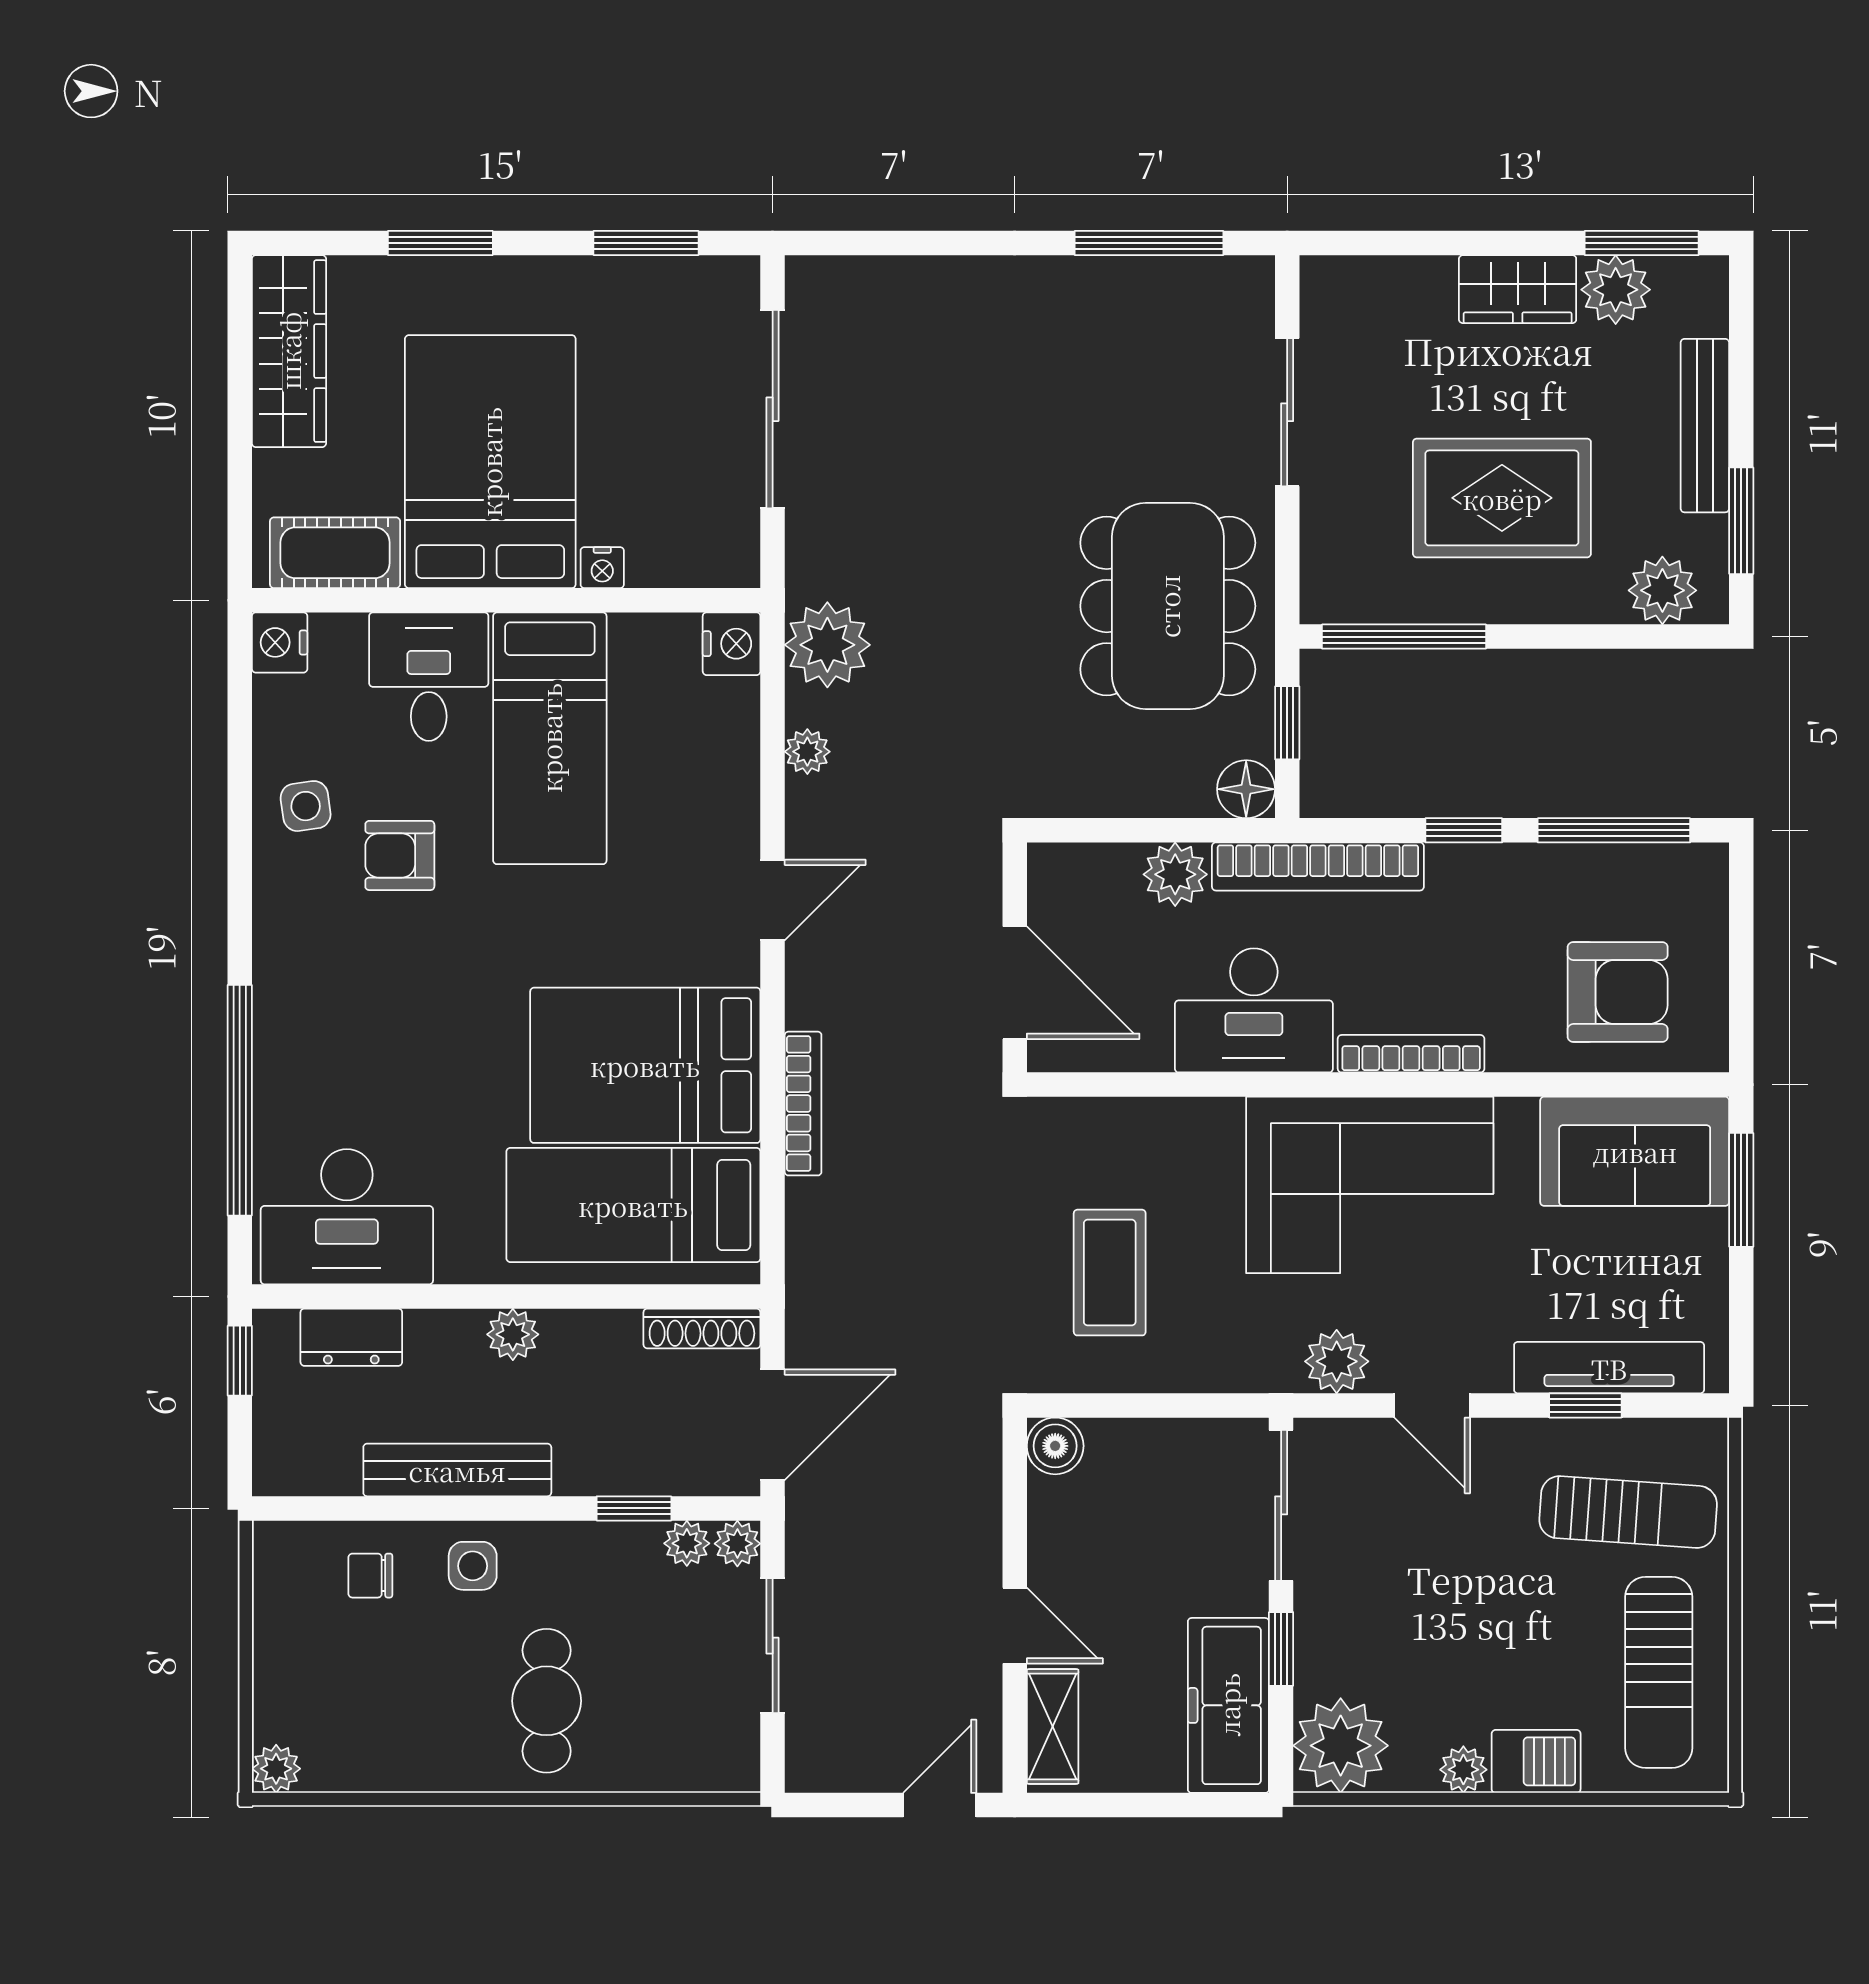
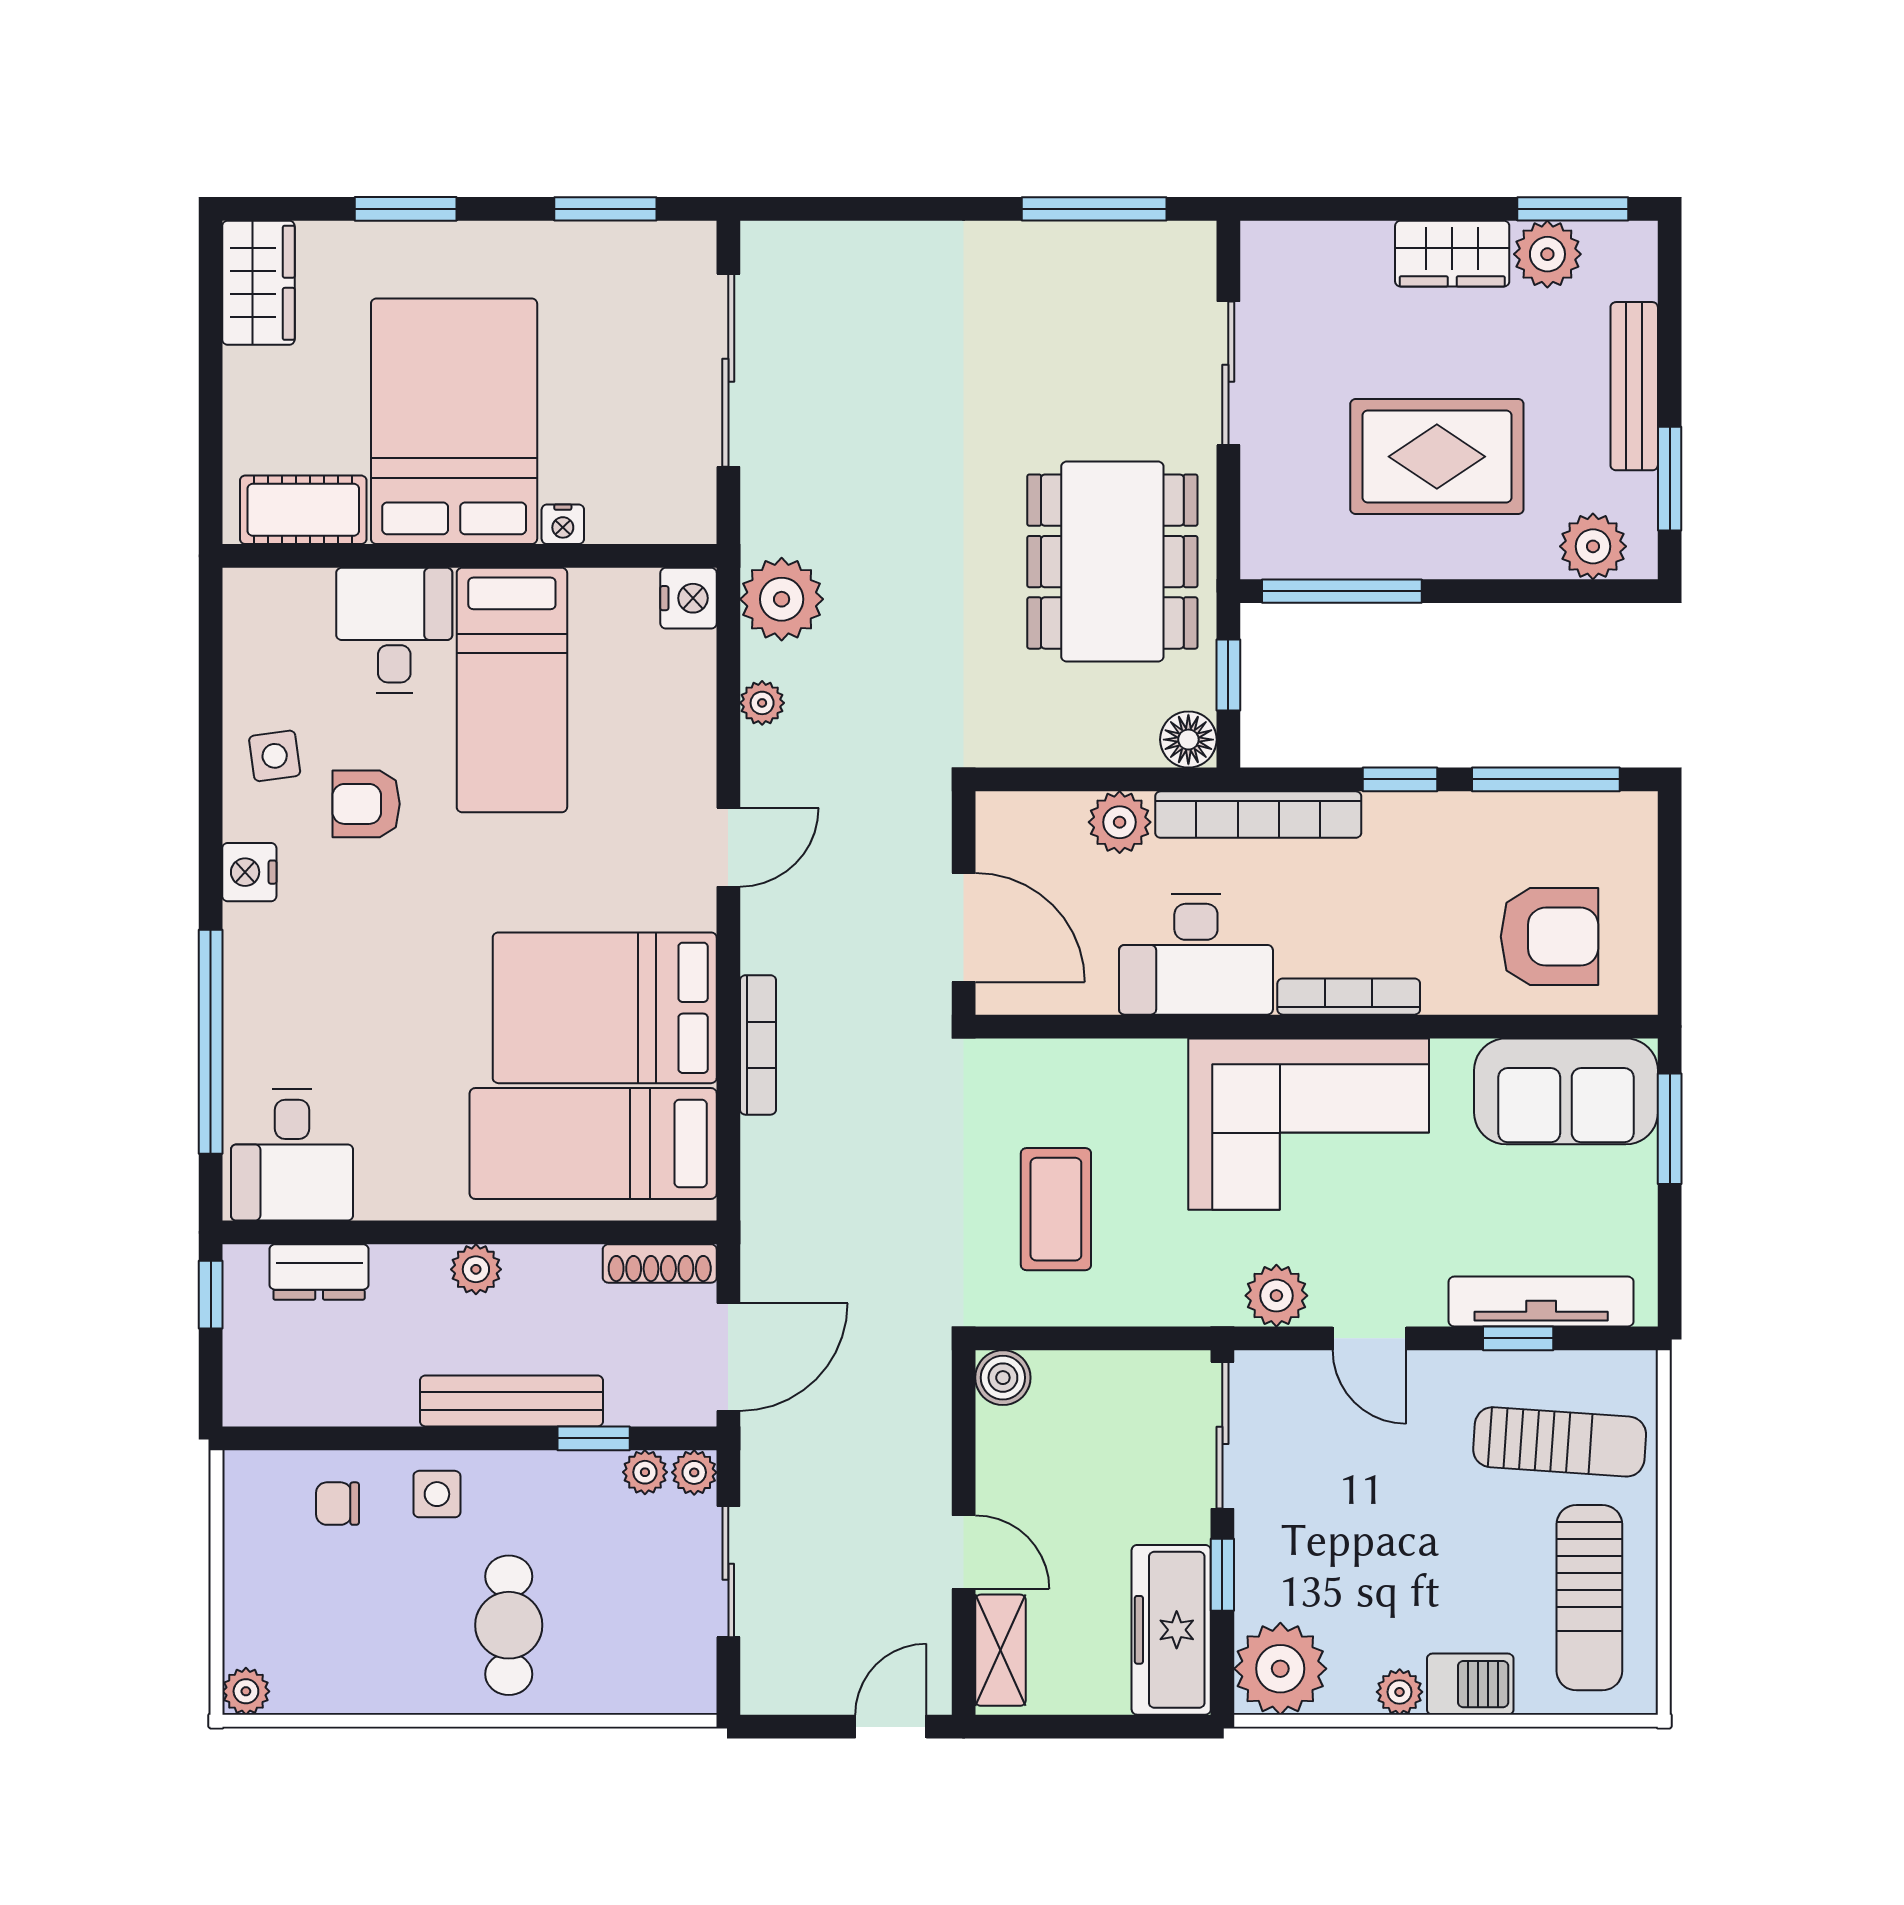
wardrobe: (289, 351) -> (258, 283), width x0.67
nightstand: (280, 642) -> (249, 872), moved
desk: (347, 1217) -> (292, 1155), width x0.73
bench: (457, 1470) -> (511, 1401), moved

